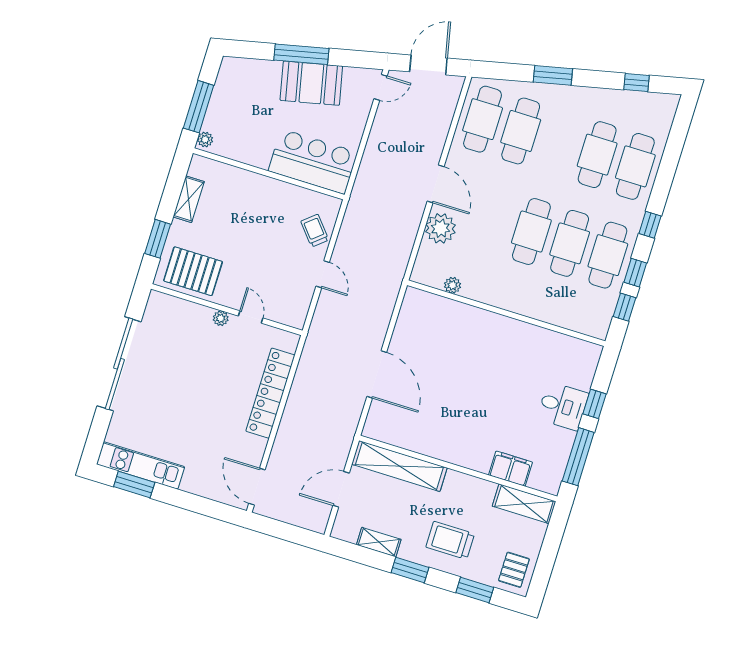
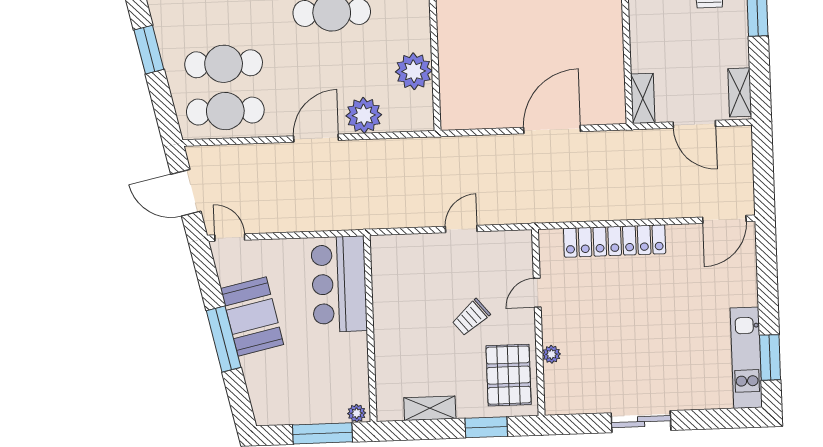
trolley: (315, 231) -> (471, 317), moved
plant: (453, 285) -> (414, 71), width x1.88, depth x1.88
plant: (221, 318) -> (551, 354), moved
sliding door: (119, 364) -> (641, 422), width x0.54
shelving: (399, 466) -> (643, 98), width x0.45, depth x0.75
shelving: (379, 542) -> (740, 92), moved

